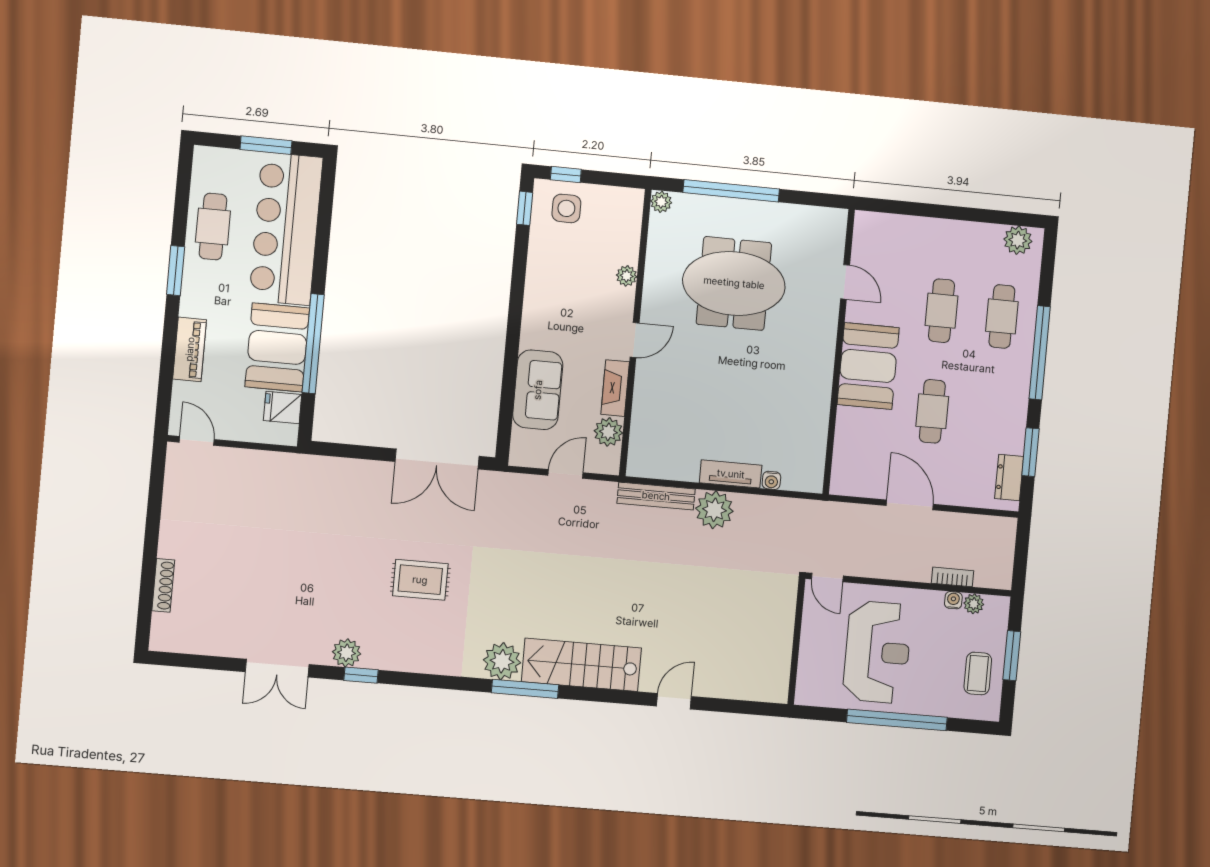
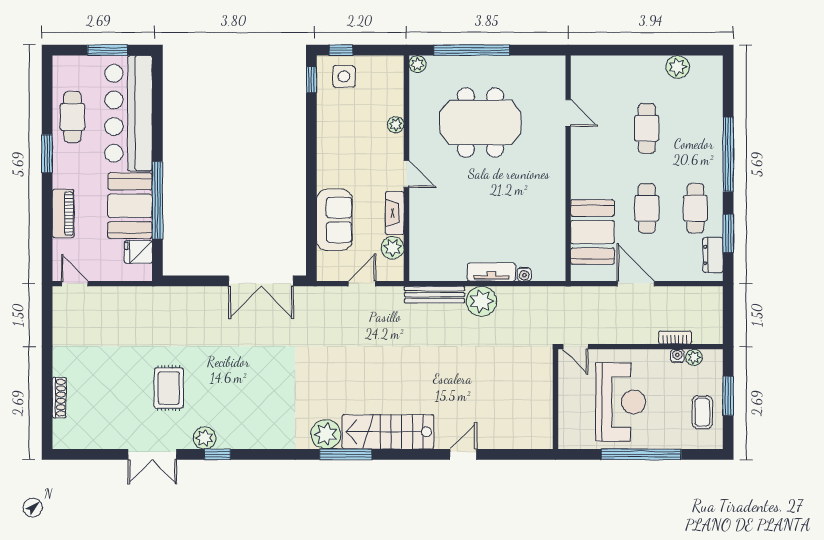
plant: (1018, 240) -> (678, 67), moved
cafe table: (1002, 316) -> (695, 208), moved
door: (635, 340) -> (406, 174), hinge flipped
booth: (868, 366) -> (592, 232), moved
rug: (420, 580) -> (169, 388), moved, turned 90

